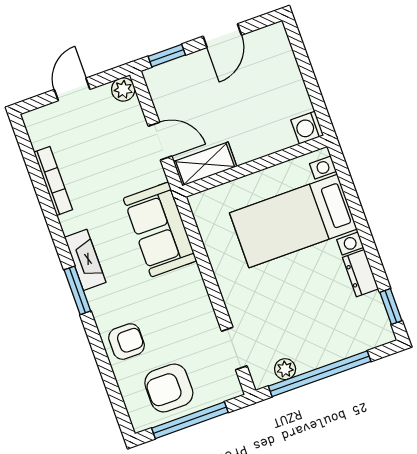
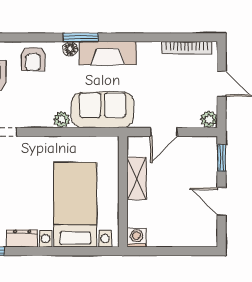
shelving: (205, 164) -> (137, 178), moved
bookcase: (53, 181) -> (187, 48), moved
fireplace: (85, 260) -> (108, 53), width x1.37, depth x1.32
plant: (191, 277) -> (62, 120), added
floor lamp: (97, 299) -> (70, 49), added

